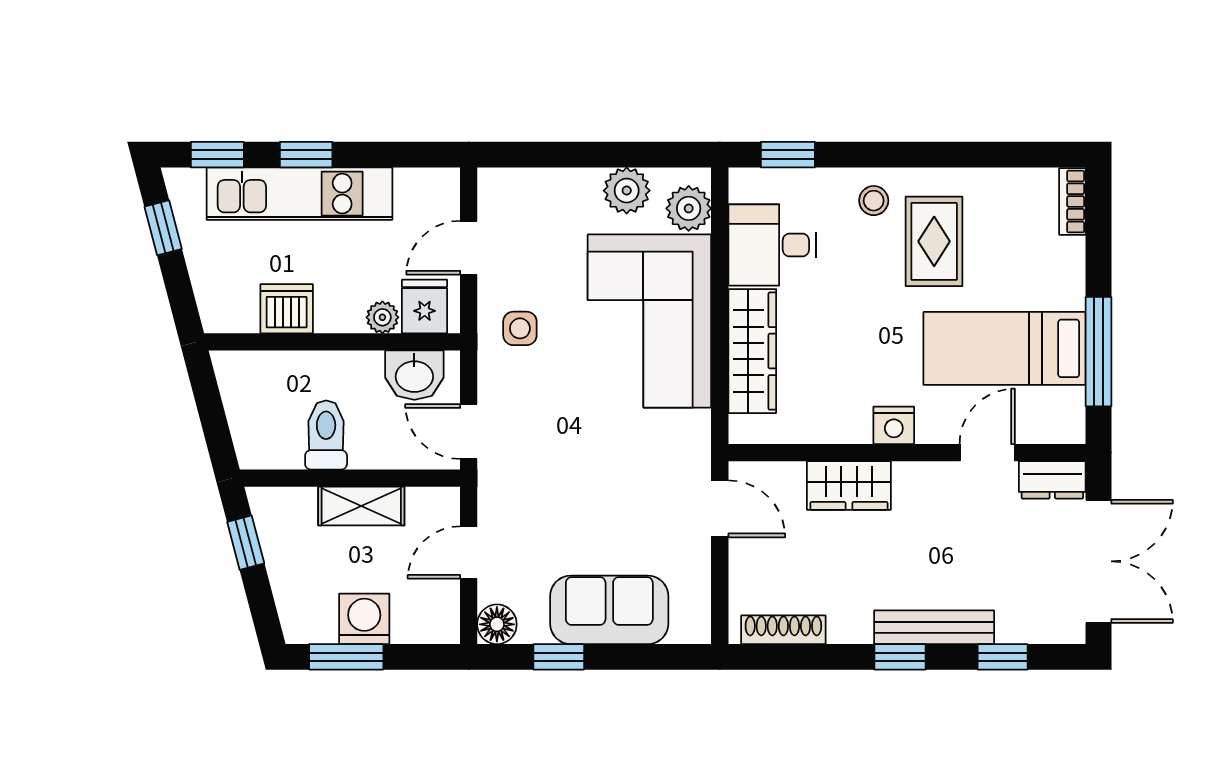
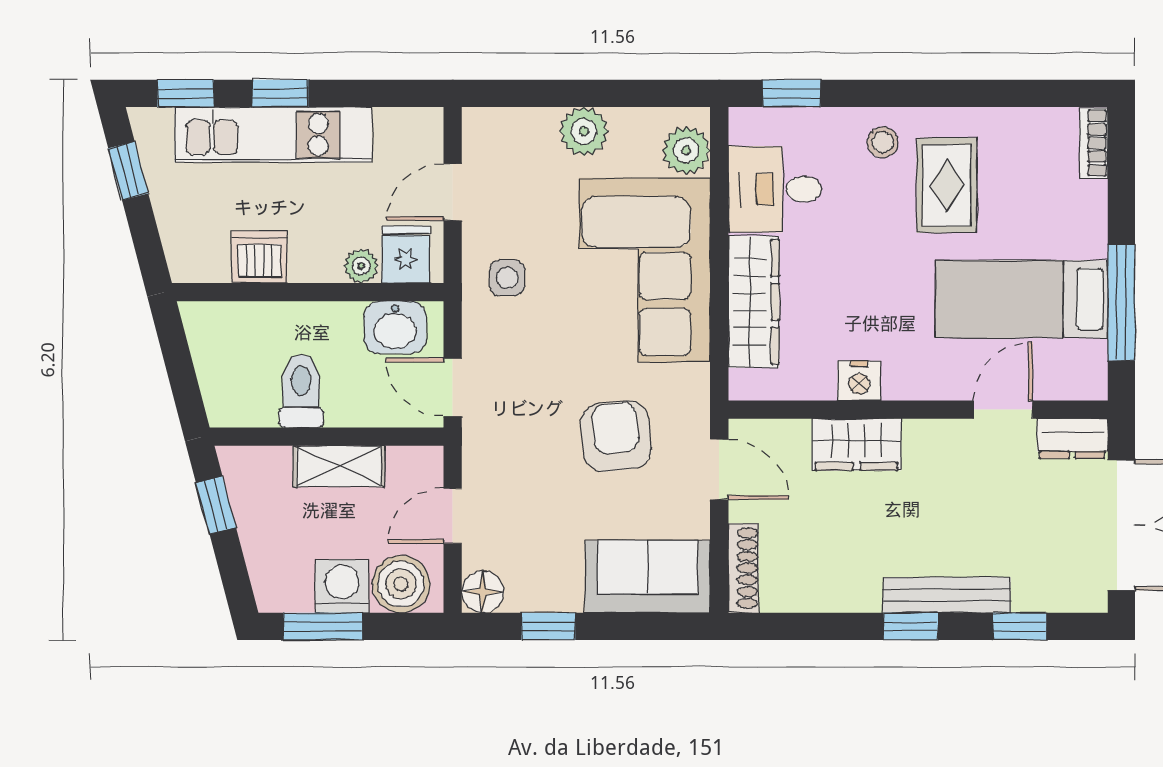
plant: (627, 191) -> (584, 131), moved
nightstand: (894, 425) -> (859, 381), moved
armchair: (622, 478) -> (616, 436), added
sofa: (609, 610) -> (647, 577), moved
boiler: (420, 617) -> (401, 584), added
shoe rack: (783, 630) -> (743, 568), moved, turned 90

